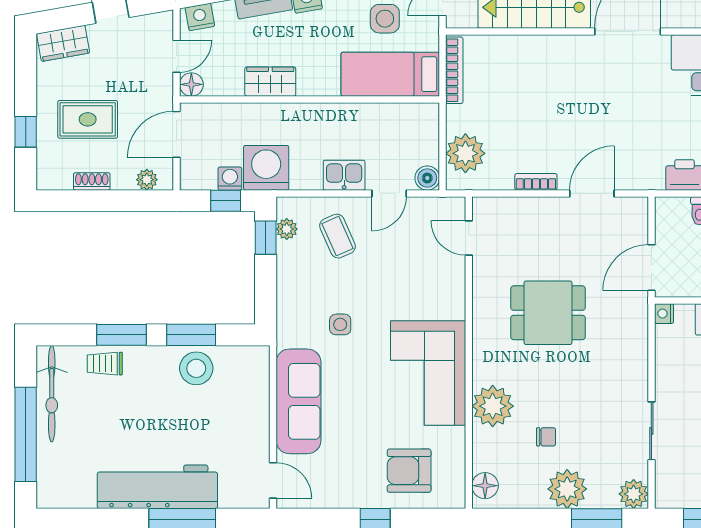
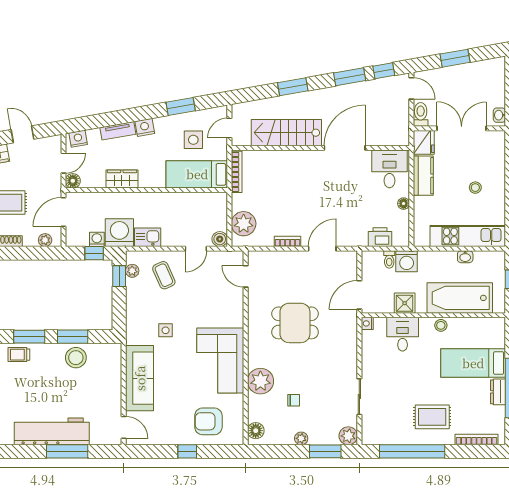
kitchen sink: (344, 175) -> (148, 237), moved
plant: (567, 489) -> (301, 438), width x0.53, depth x0.53

